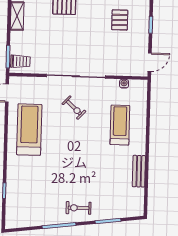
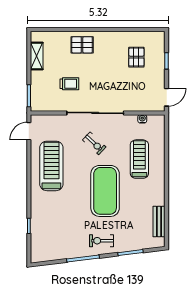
trolley: (20, 61) -> (69, 84), moved
exercise mat: (84, 157) -> (105, 191), added
bench: (139, 171) -> (159, 221), moved

